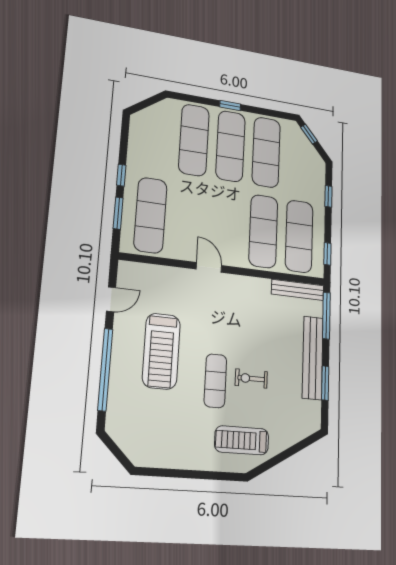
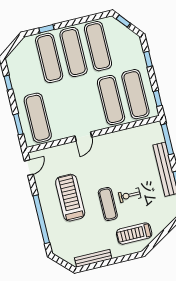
window: (230, 106) -> (46, 29), moved
window: (121, 175) -> (8, 83), moved
door: (209, 267) -> (83, 137), swing flipped
bench: (298, 290) -> (93, 258), moved
door: (111, 299) -> (29, 168), moved
treadmill: (161, 351) -> (70, 198), turned 180

